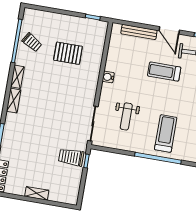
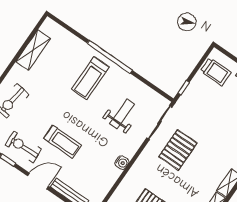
door: (169, 30) -> (38, 181), hinge flipped
pallet: (68, 108) -> (178, 150), added
trolley: (71, 157) -> (216, 72), moved

